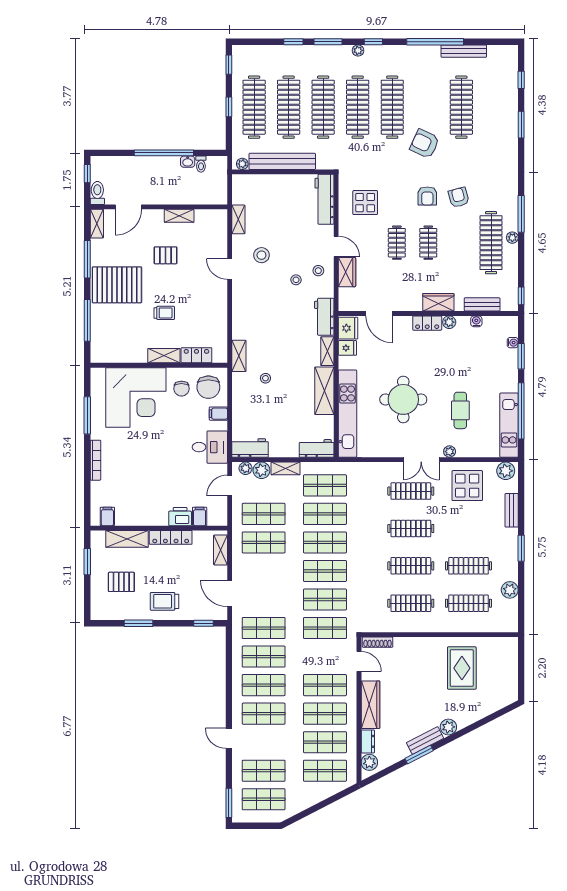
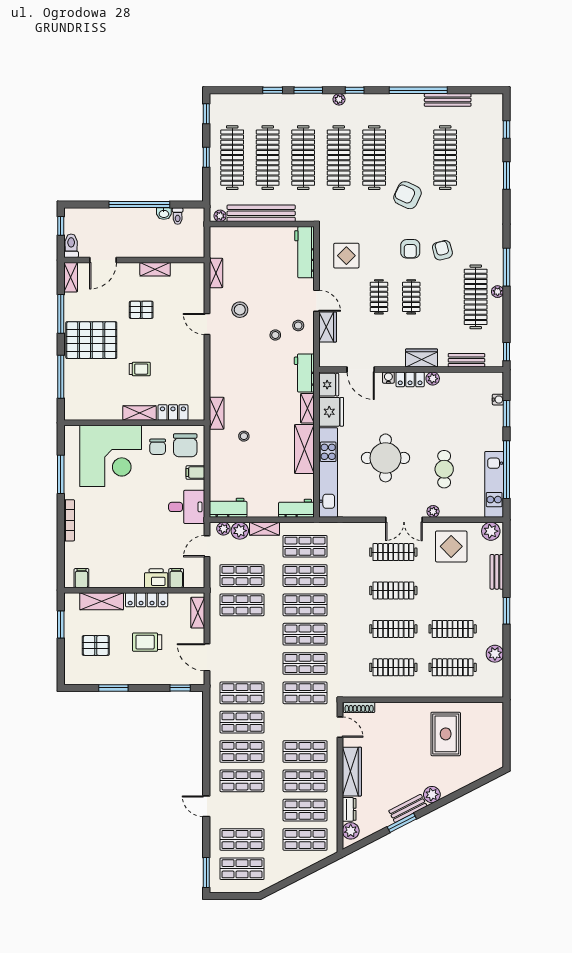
water cooler: (476, 321) -> (388, 378), moved
fridge: (347, 348) -> (331, 412), width x1.88, depth x1.34
trolley: (165, 601) -> (147, 642), moved

